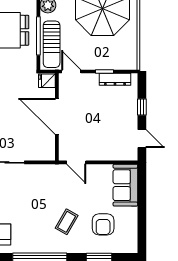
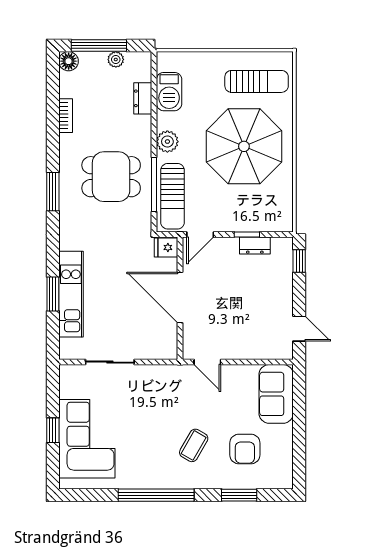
door: (71, 71) -> (200, 234), swing flipped
dresser: (115, 79) -> (255, 245), width x0.70
window: (142, 107) -> (299, 261), moved

